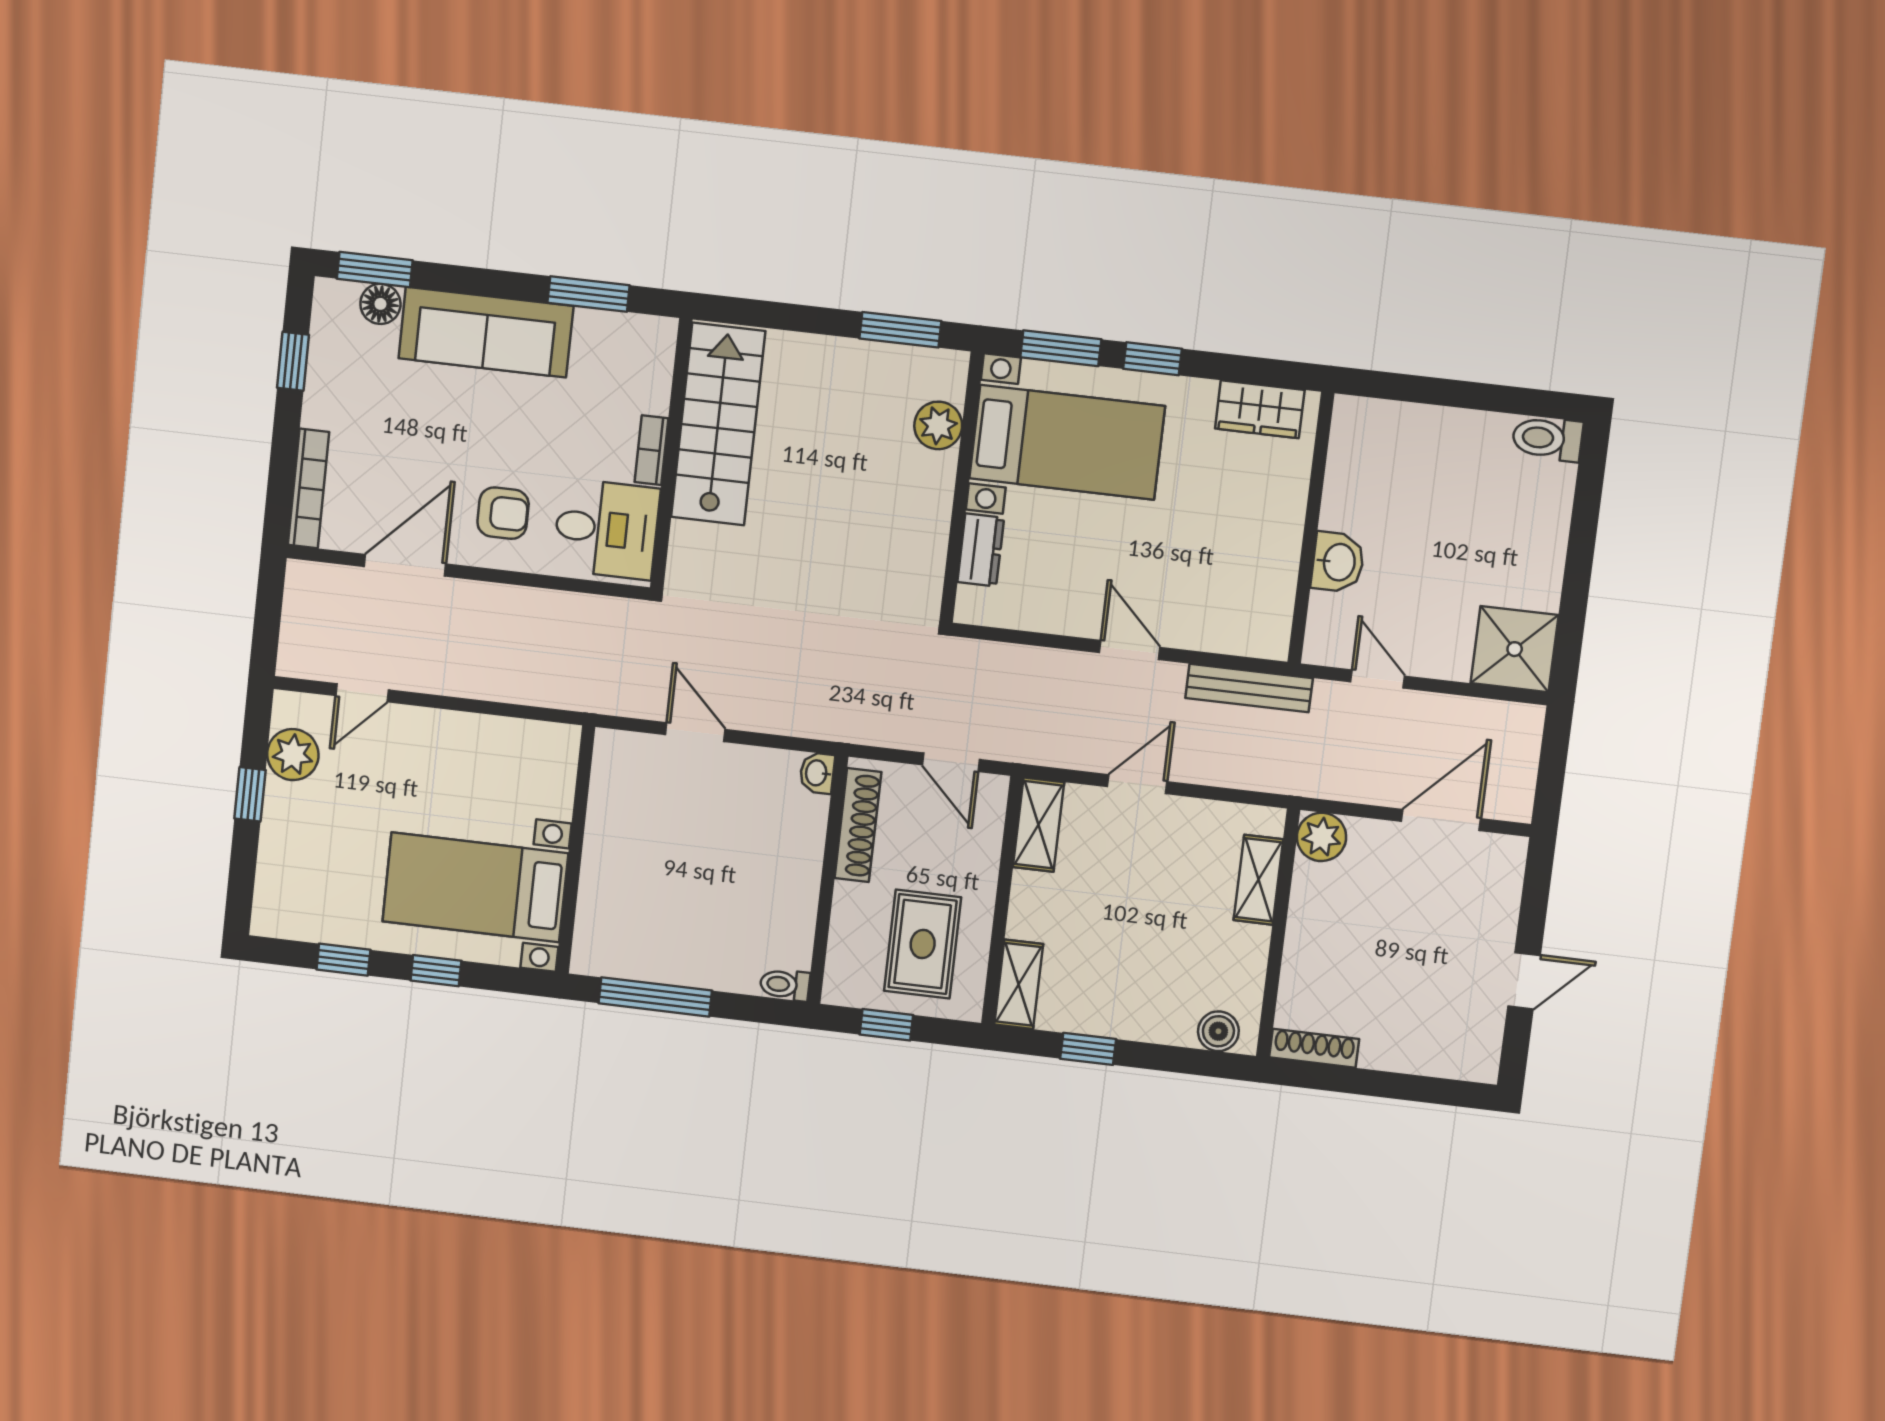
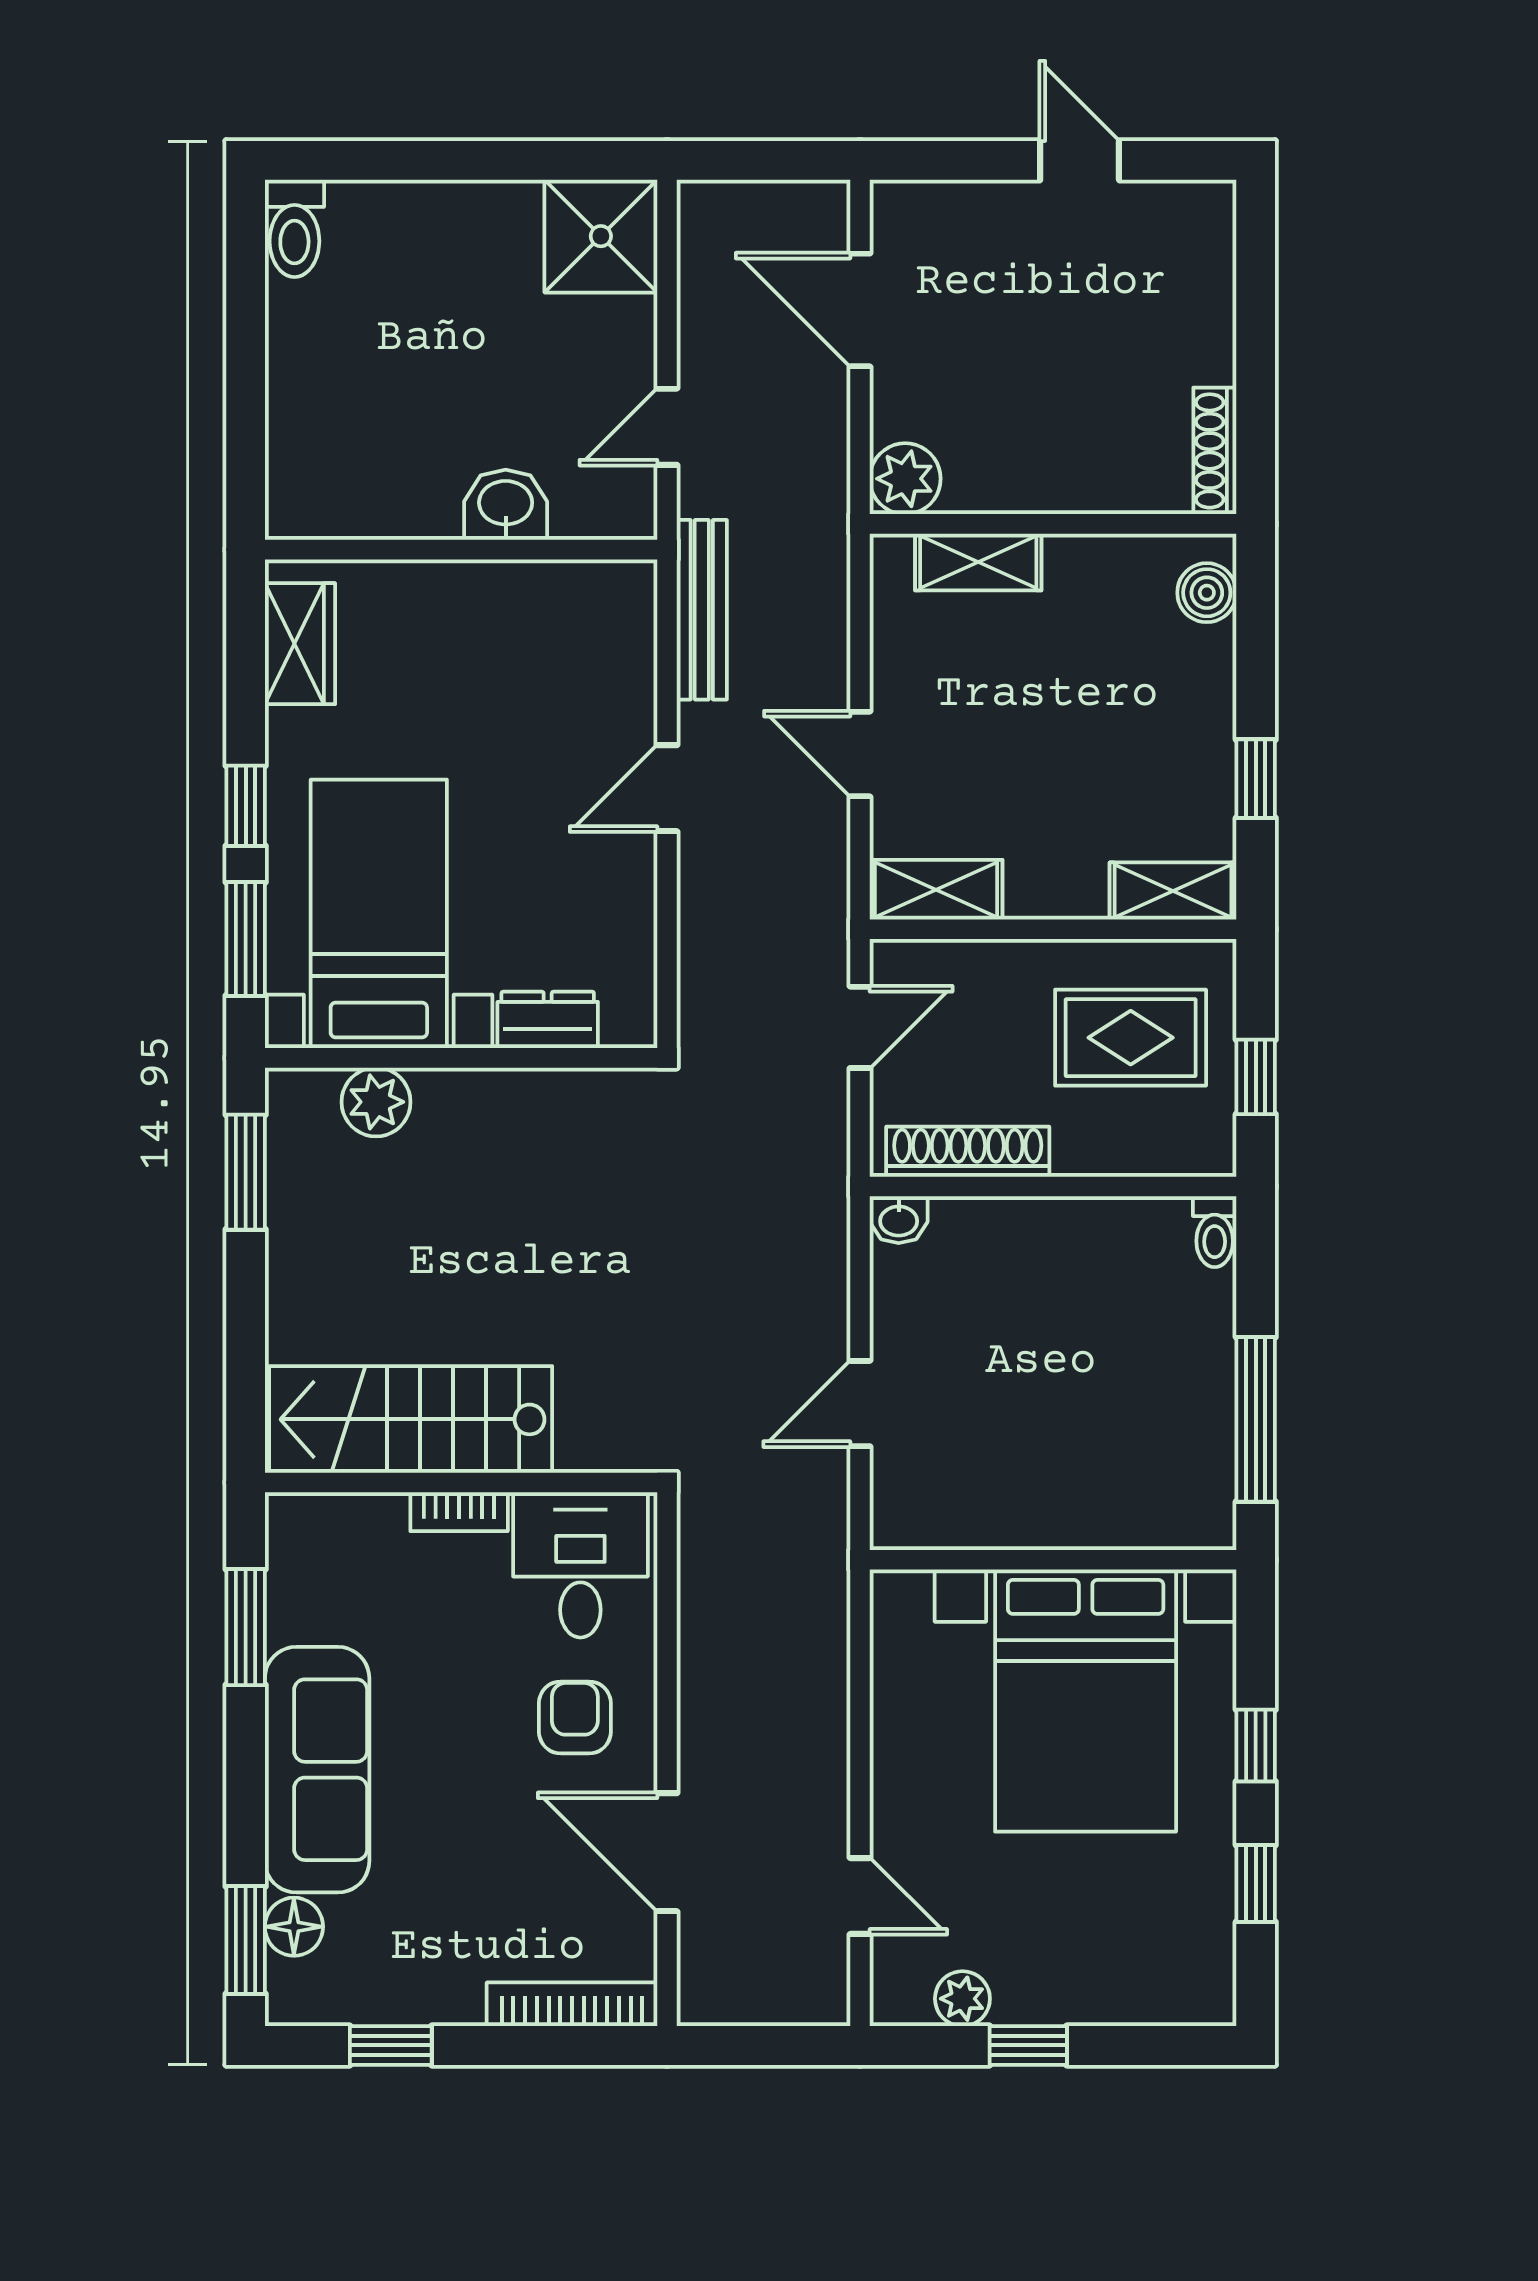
plant: (293, 755) -> (962, 1999), width x0.73, depth x0.73
bed with nightstands: (475, 887) -> (1086, 1701), width x1.36

